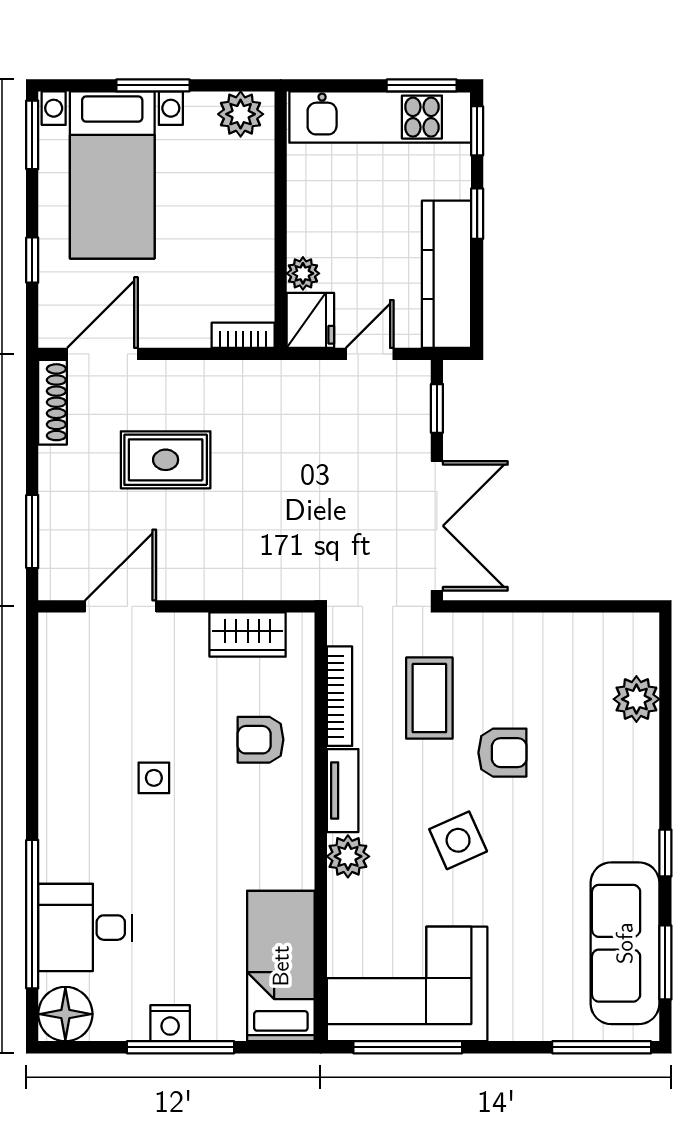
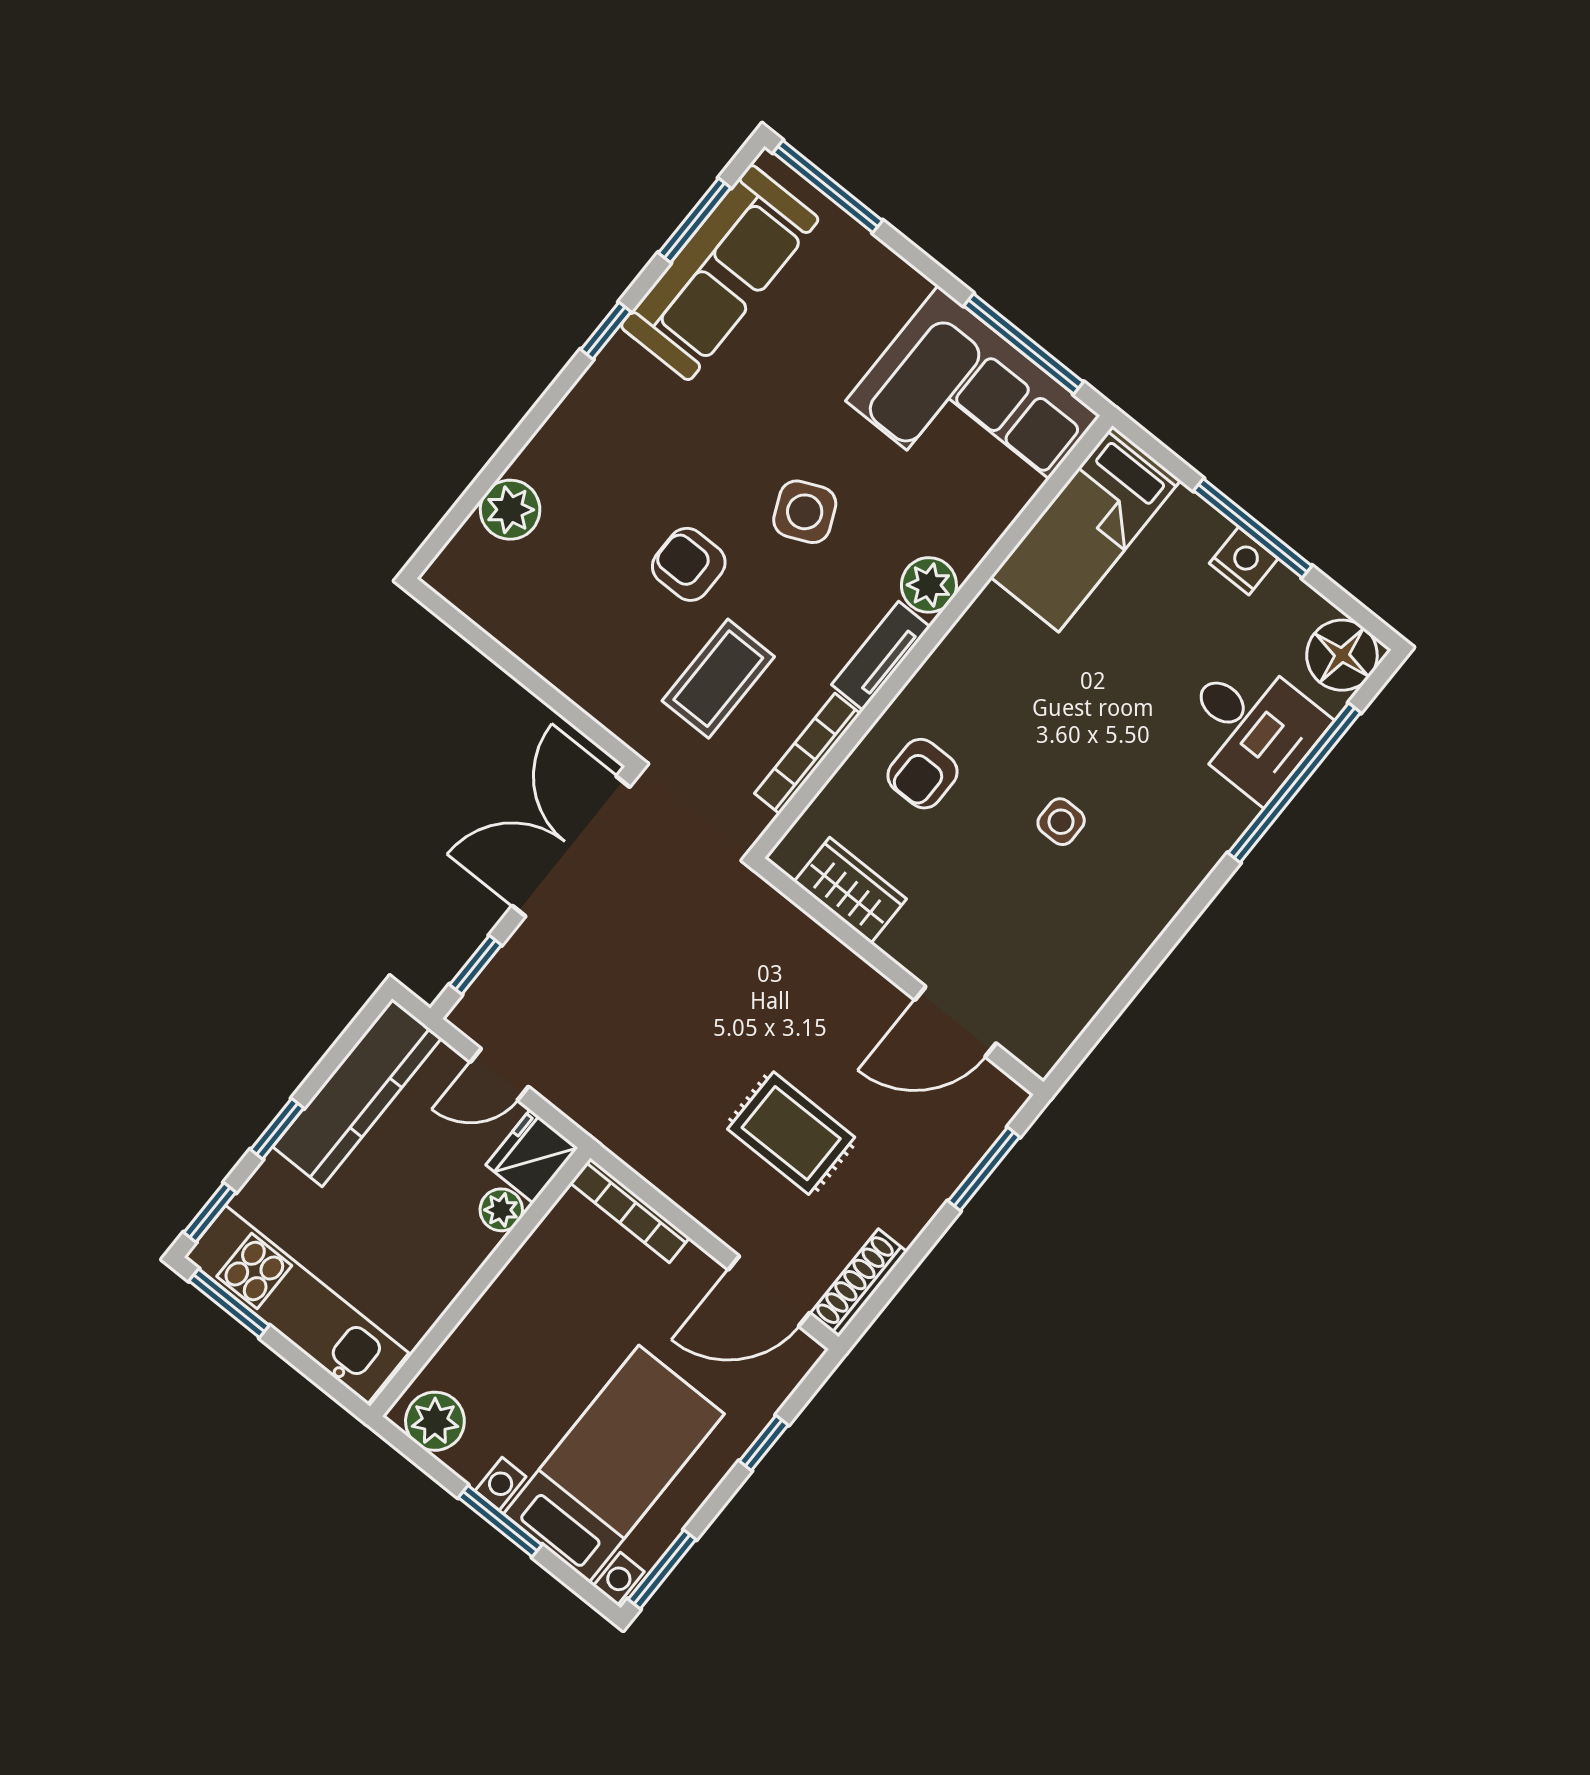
bookcase: (243, 335) -> (630, 1210), width x1.56
armchair: (261, 740) -> (922, 774), turned 90

